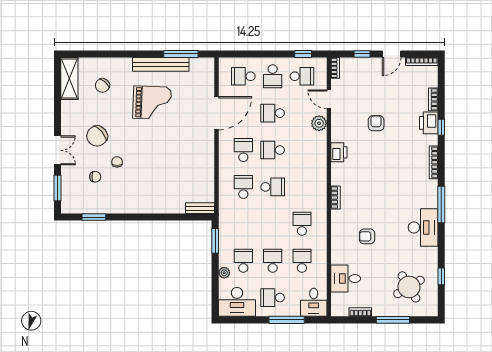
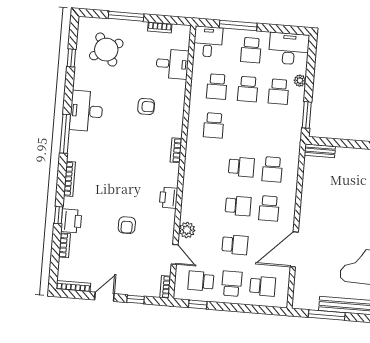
school desk: (273, 187) -> (241, 167), turned 180
school desk: (273, 298) -> (251, 50), turned 90

